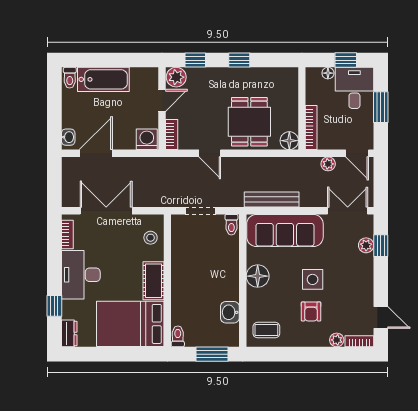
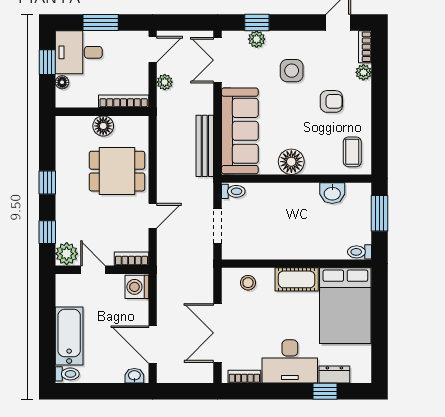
floor lamp: (289, 141) -> (103, 126), moved
side table: (313, 279) -> (292, 71), moved
dresser: (69, 333) -> (334, 375), moved

